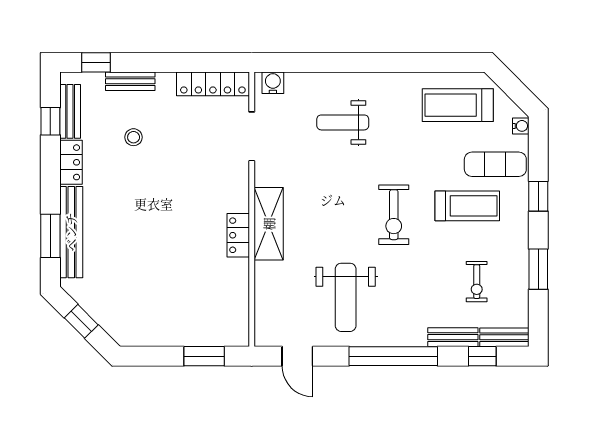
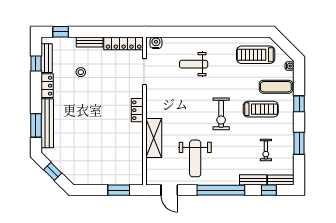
bench: (130, 81) -> (90, 42), moved
shelving: (269, 224) -> (154, 138), moved
locker: (238, 235) -> (137, 110), moved

